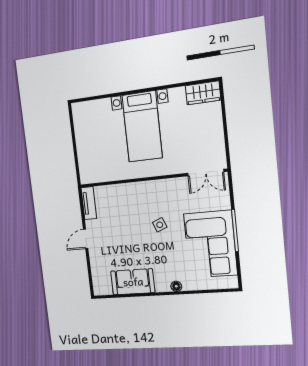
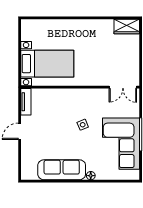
bed with nightstands: (142, 127) -> (47, 64), moved, turned -90
sofa: (133, 282) -> (62, 170), width x1.36

